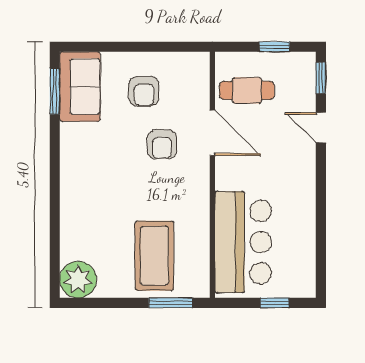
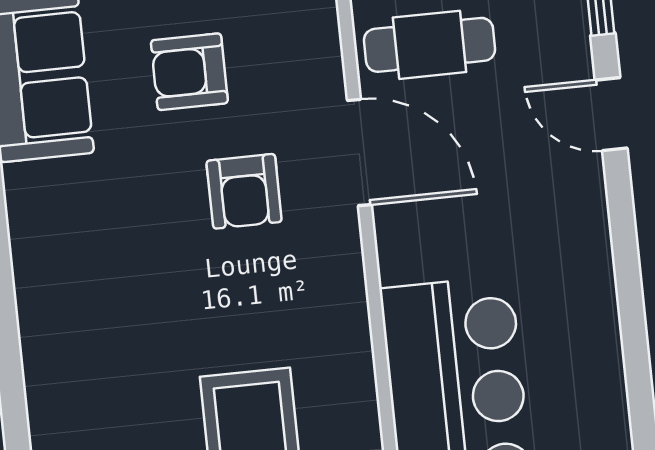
armchair: (144, 91) -> (189, 72), turned 90

